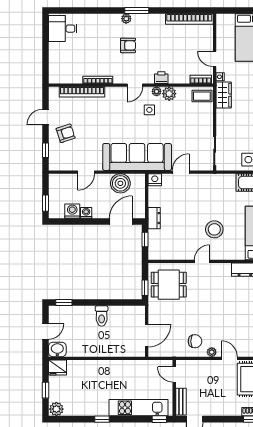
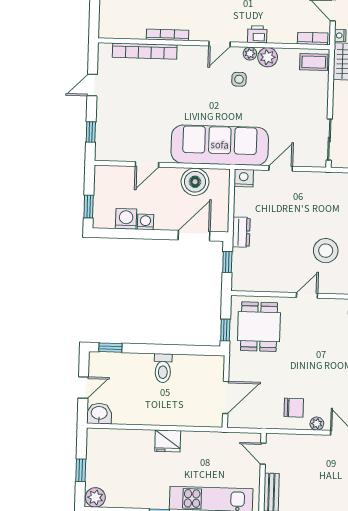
armchair: (66, 133) -> (120, 109), removed
dining table: (169, 285) -> (259, 327), turned 90
fridge: (58, 368) -> (168, 441), moved

